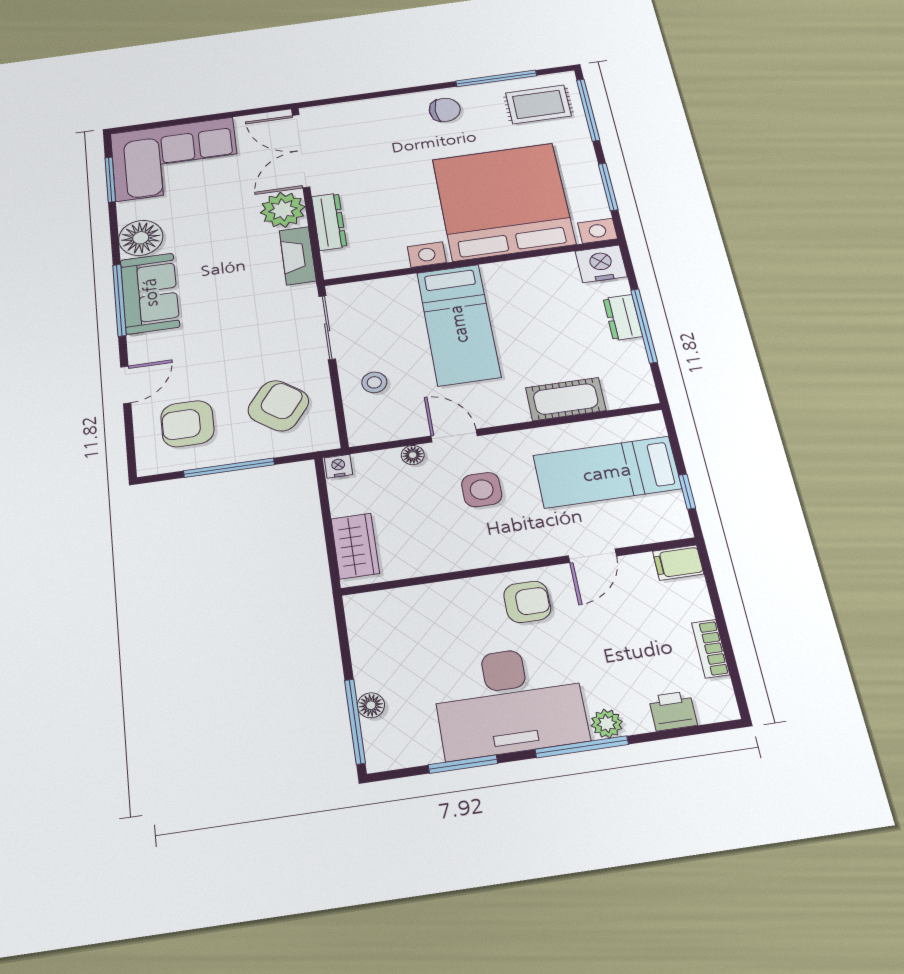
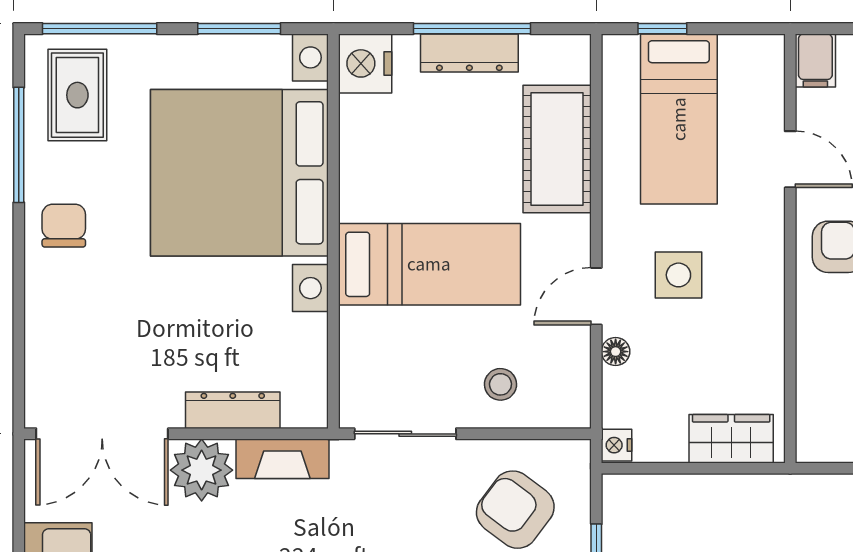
dresser: (623, 317) -> (469, 53), width x1.44
cot: (566, 399) -> (557, 149), width x1.37, depth x1.34
window: (687, 492) -> (662, 29), moved

